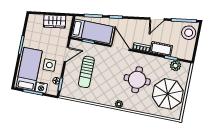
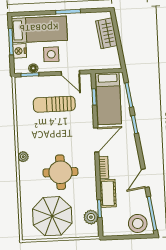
door: (157, 19) -> (145, 178), hinge flipped
wardrobe: (55, 21) -> (107, 33), moved

